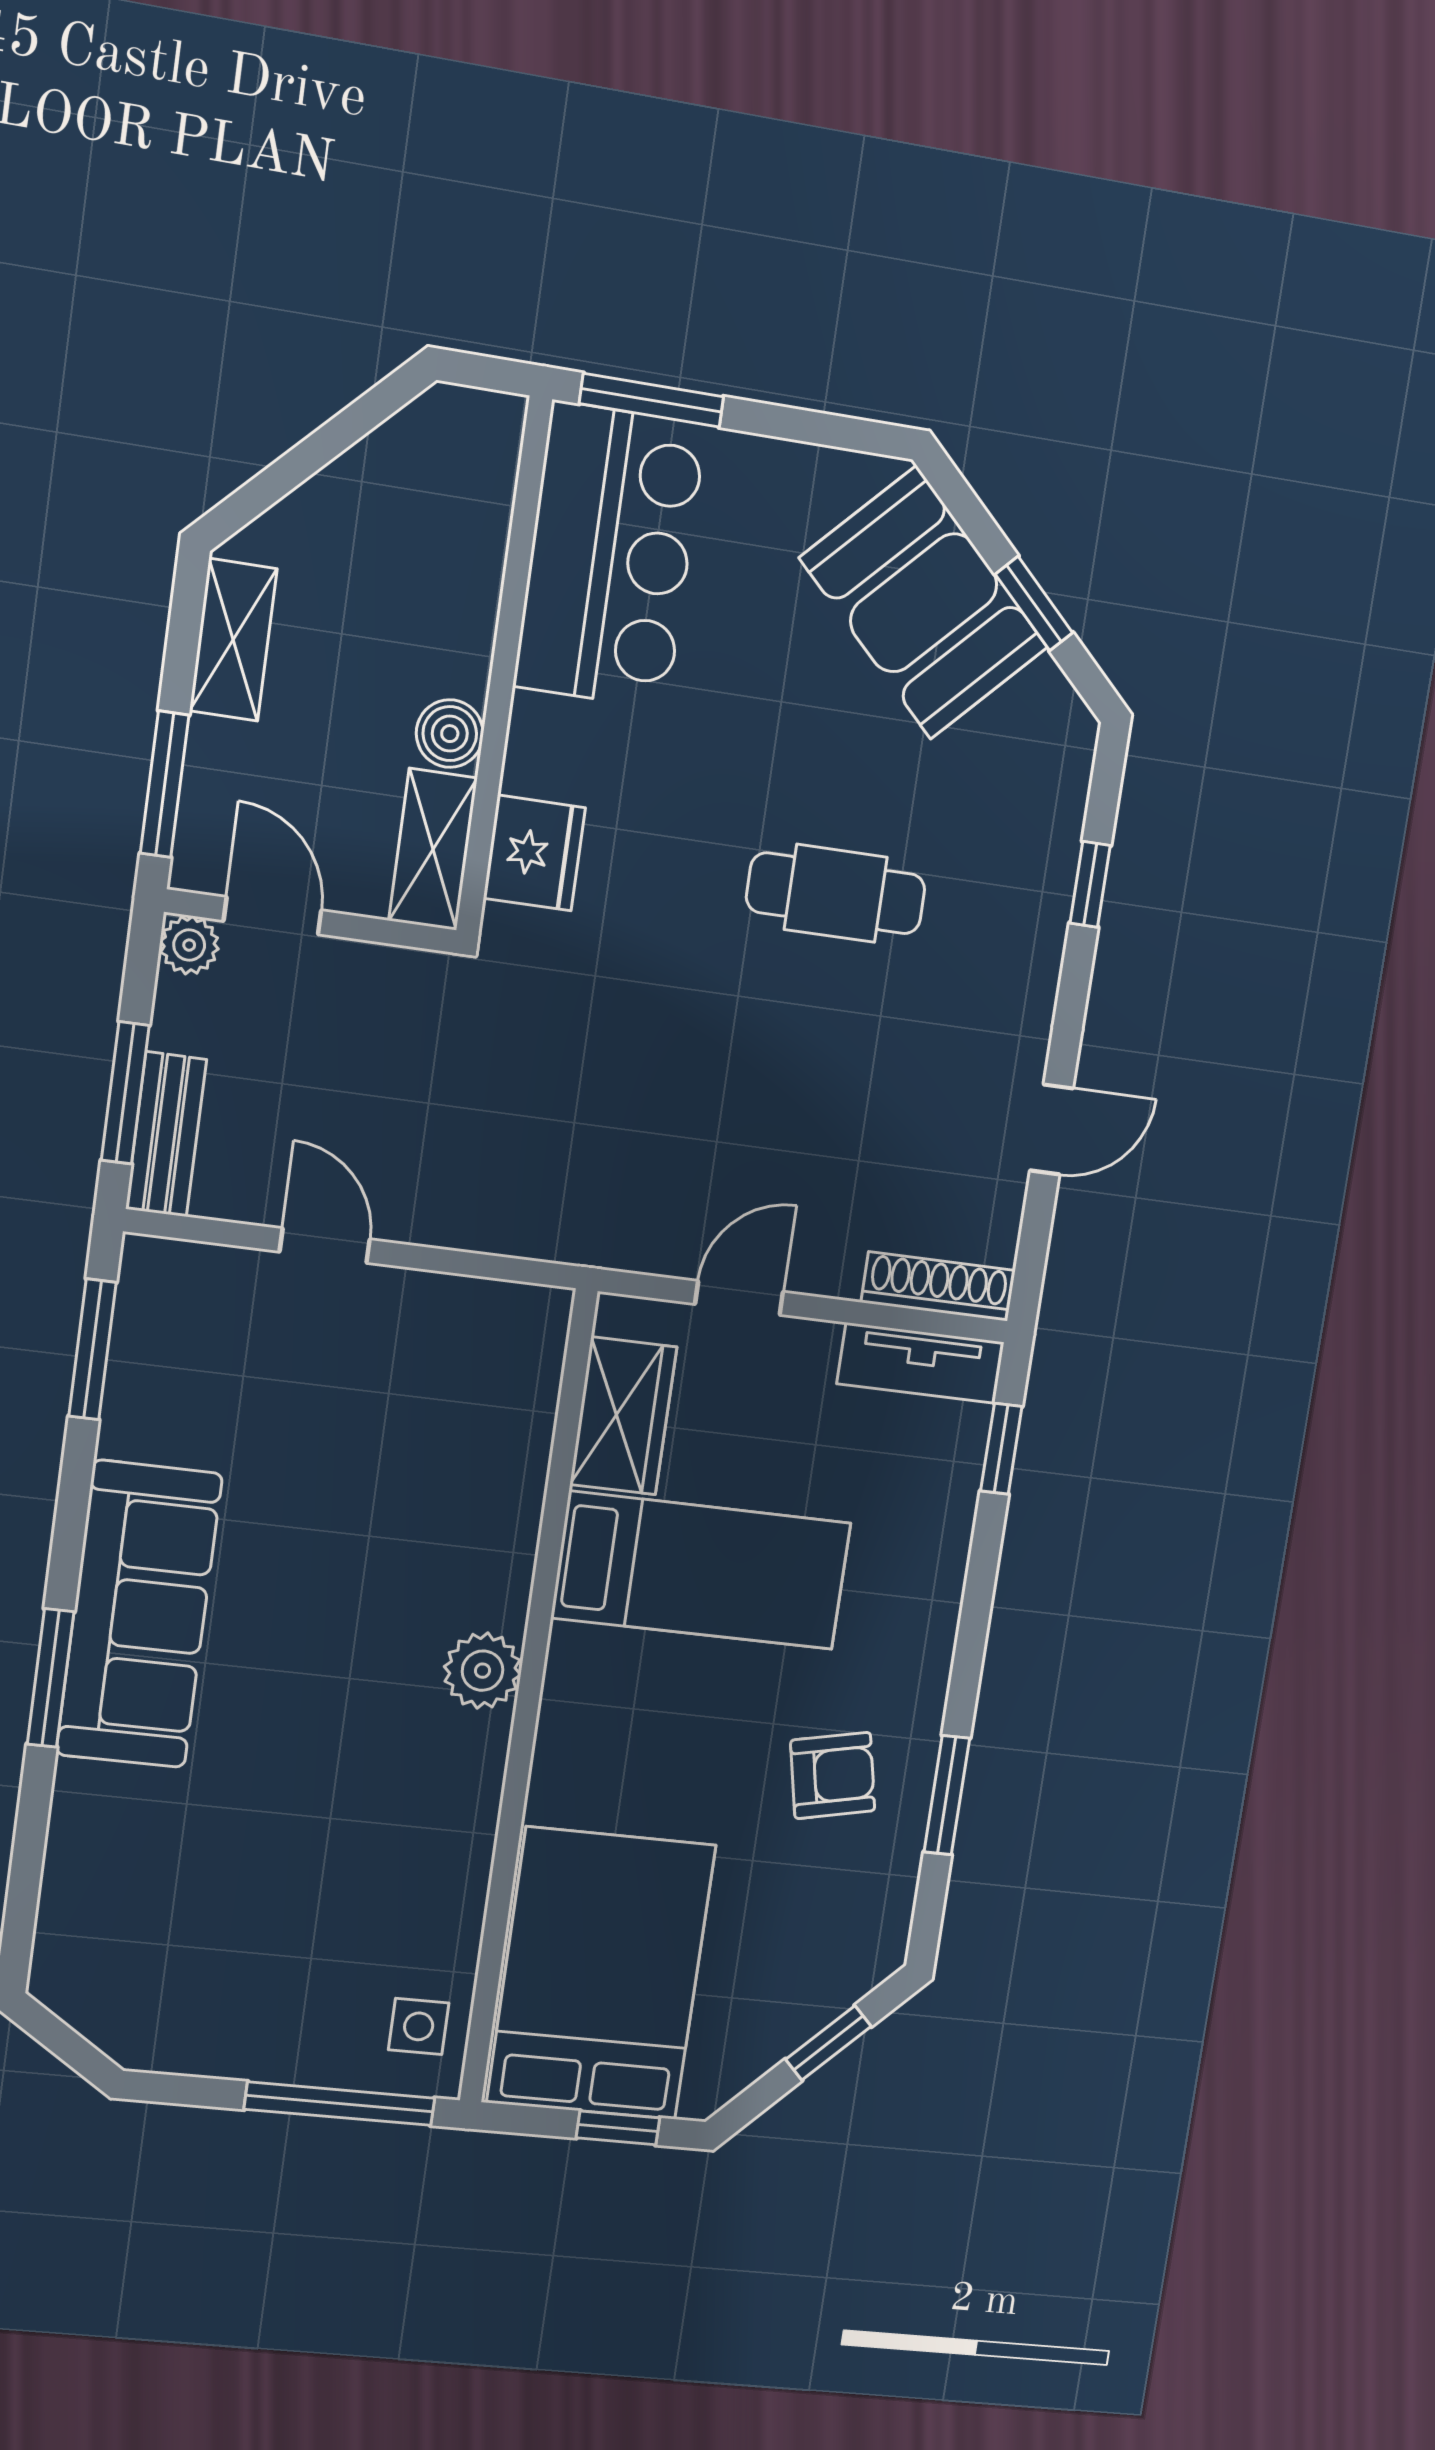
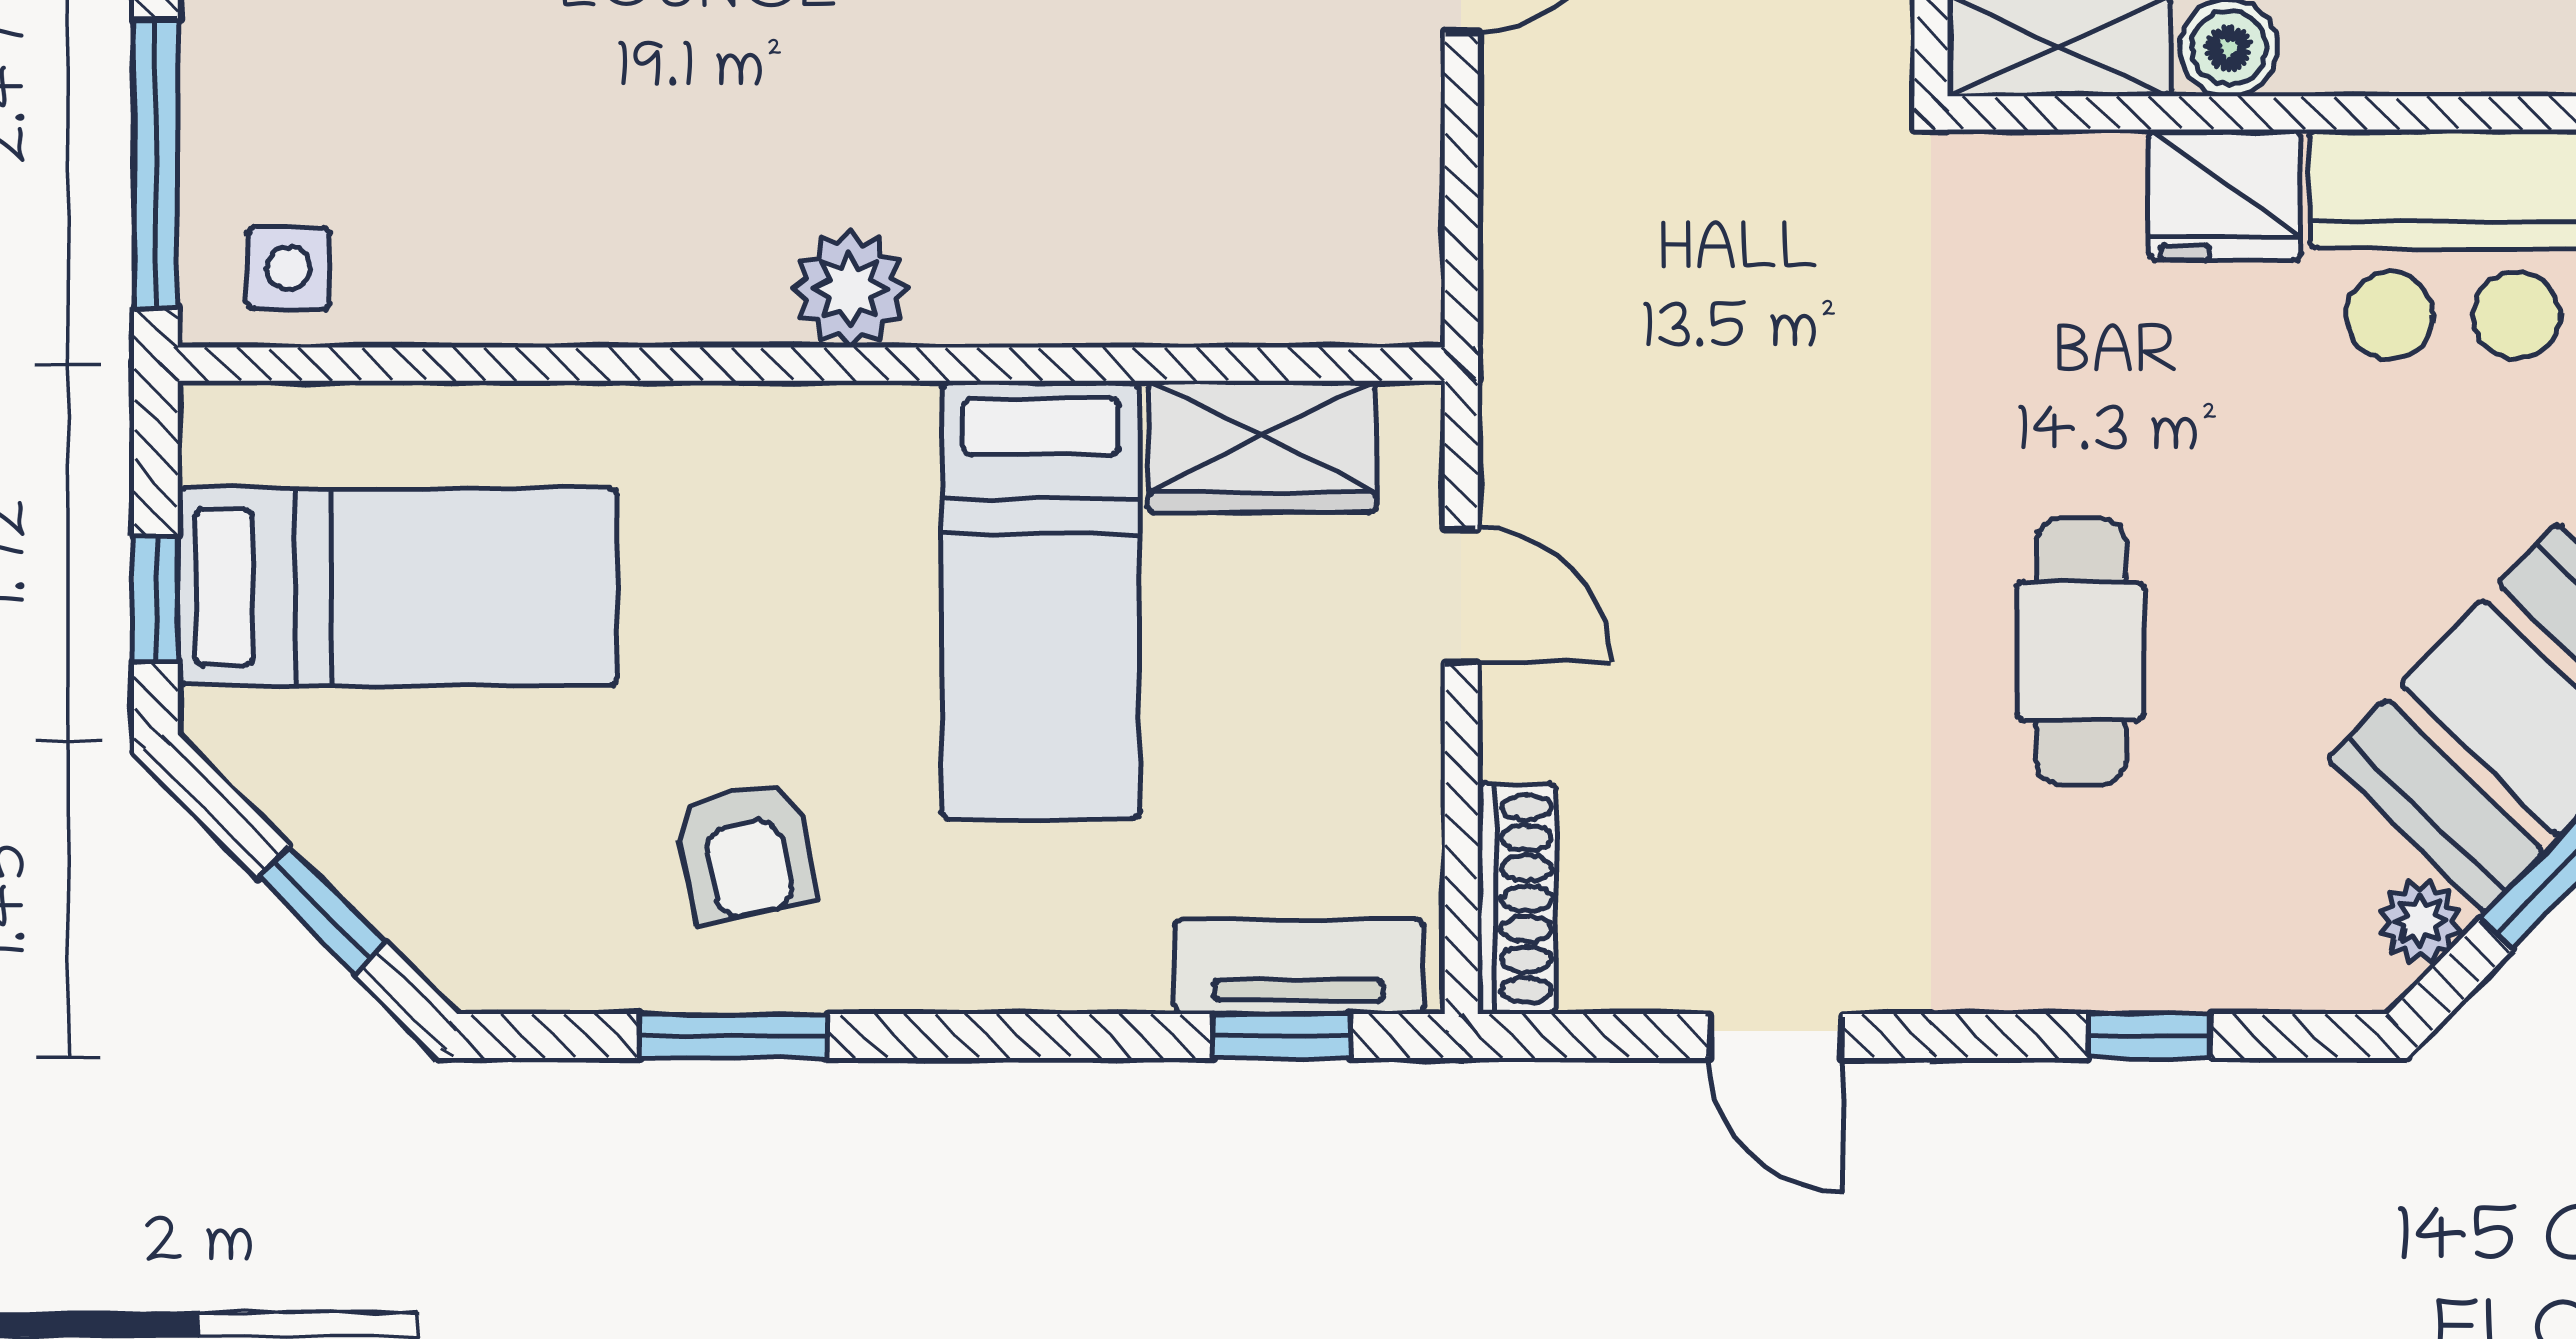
plant: (1045, 692) -> (2420, 921), added
fridge: (534, 853) -> (2225, 195), moved
tv unit: (921, 1363) -> (1299, 967), moved, turned 90
bed: (601, 1974) -> (398, 587), width x0.67

